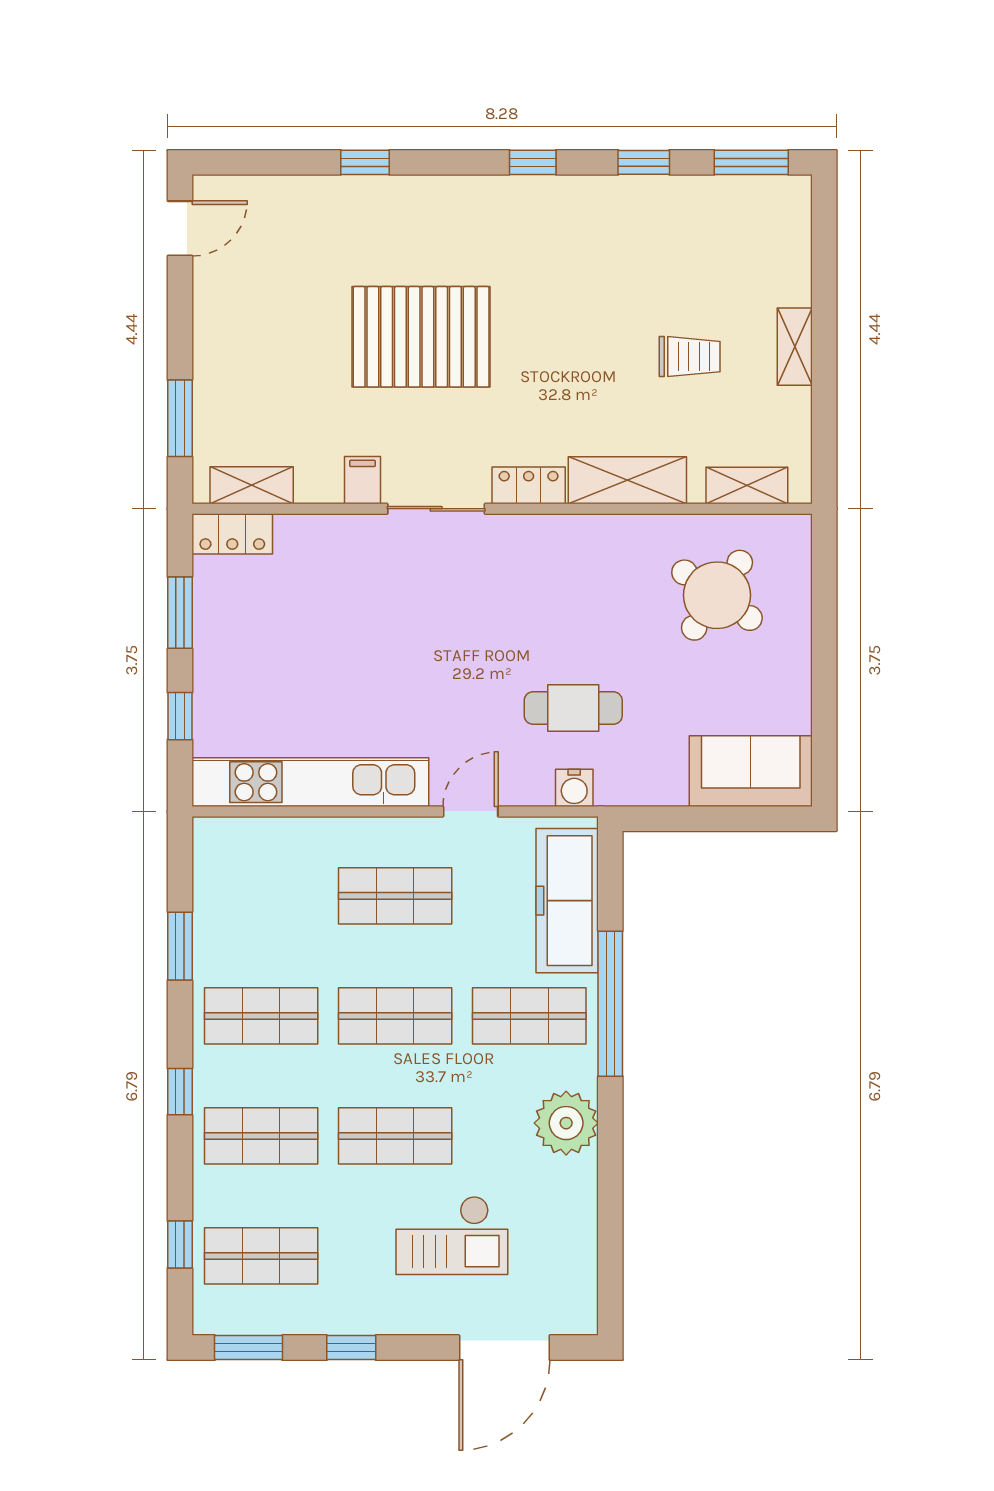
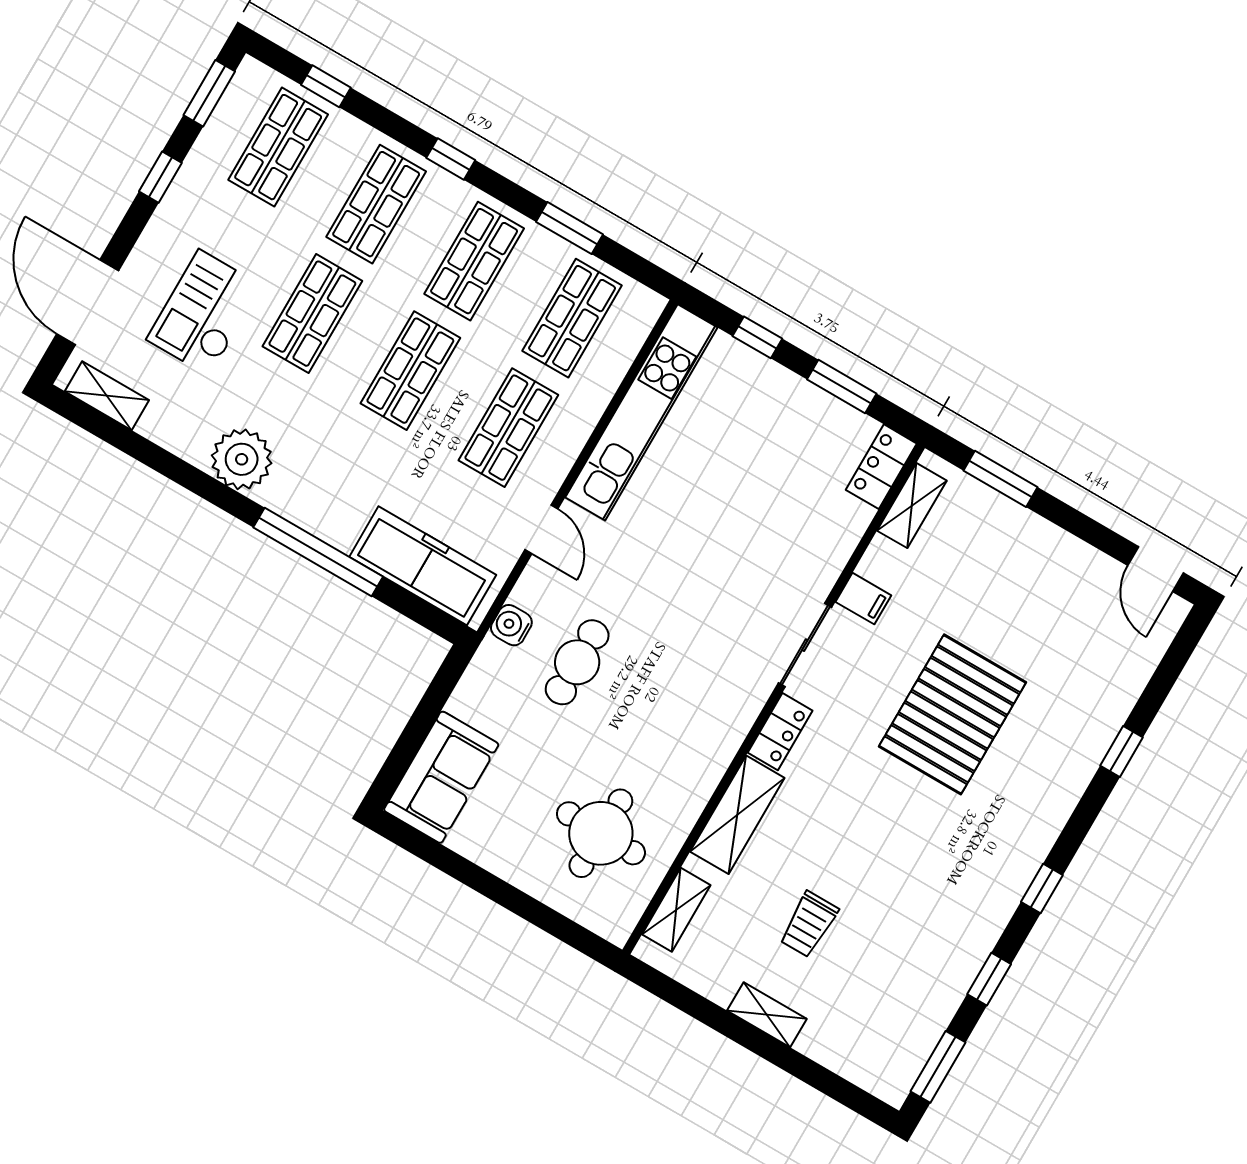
round table: (717, 595) -> (601, 833), turned -34
shop shelf: (529, 1016) -> (572, 318), moved
shelving: (580, 1280) -> (107, 396), added

